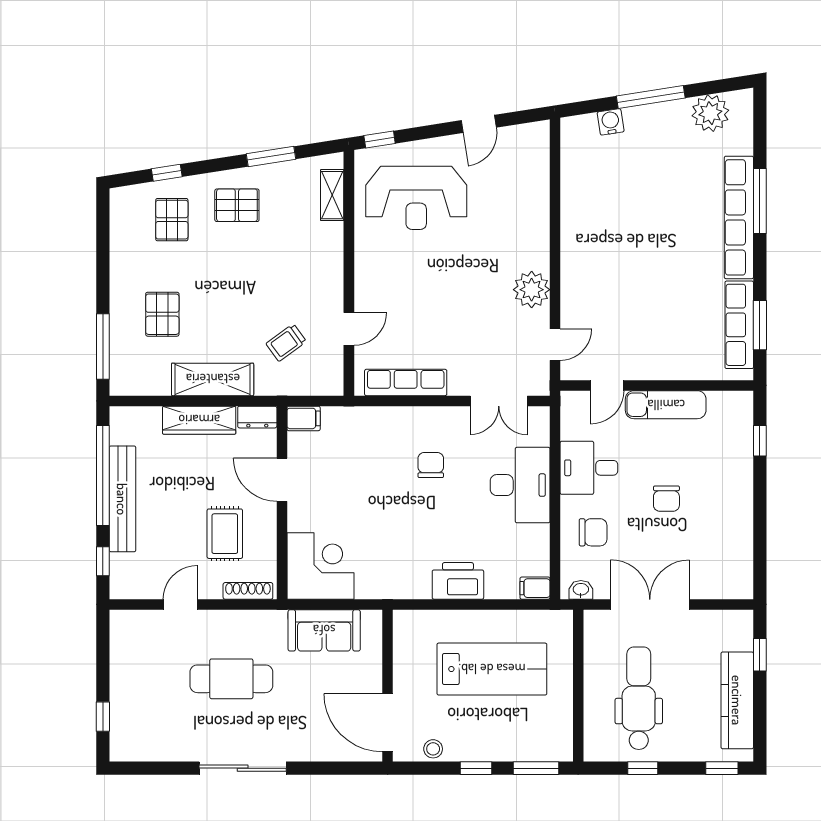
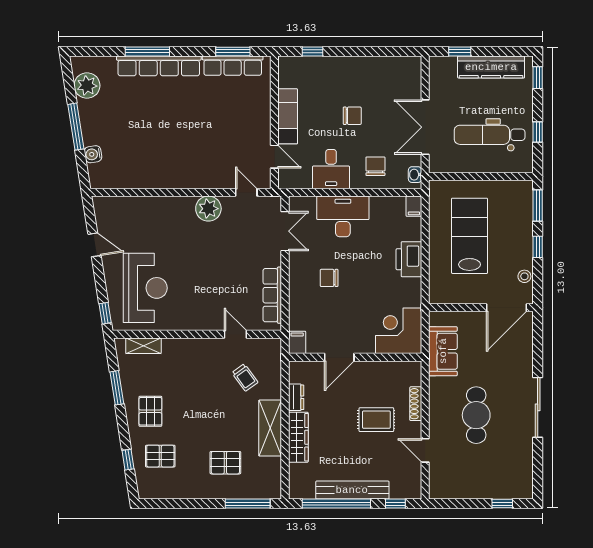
filing cabinet: (304, 418) -> (297, 342), moved
door: (282, 480) -> (339, 357), moved
wall: (282, 503) -> (355, 357), moved
corner desk: (320, 566) -> (399, 331), moved

